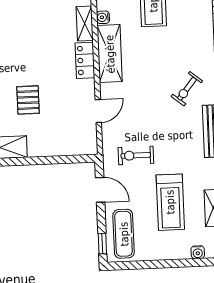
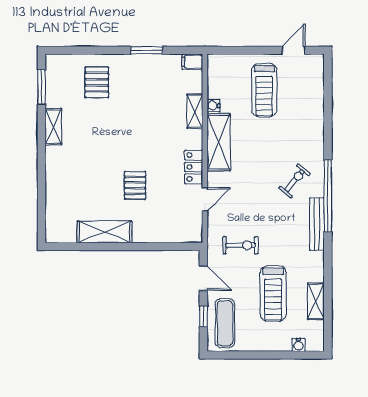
locker: (85, 60) -> (194, 167), moved
exercise bike: (187, 89) -> (295, 181), turned 180
exercise bike: (136, 155) -> (241, 245), turned 180
window: (102, 243) -> (203, 316), moved

